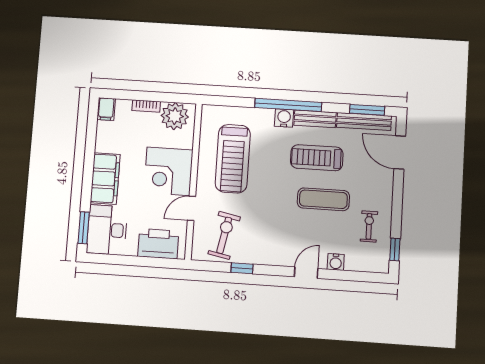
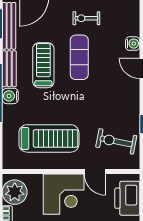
treadmill: (317, 158) -> (43, 65), turned 180
exercise bike: (369, 226) -> (86, 18), moved

